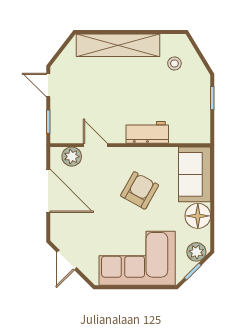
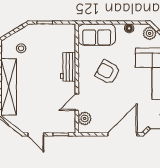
door: (48, 85) -> (36, 134), hinge flipped
door: (48, 191) -> (122, 134), moved
floor lamp: (198, 216) -> (129, 28), width x0.53, depth x0.53

